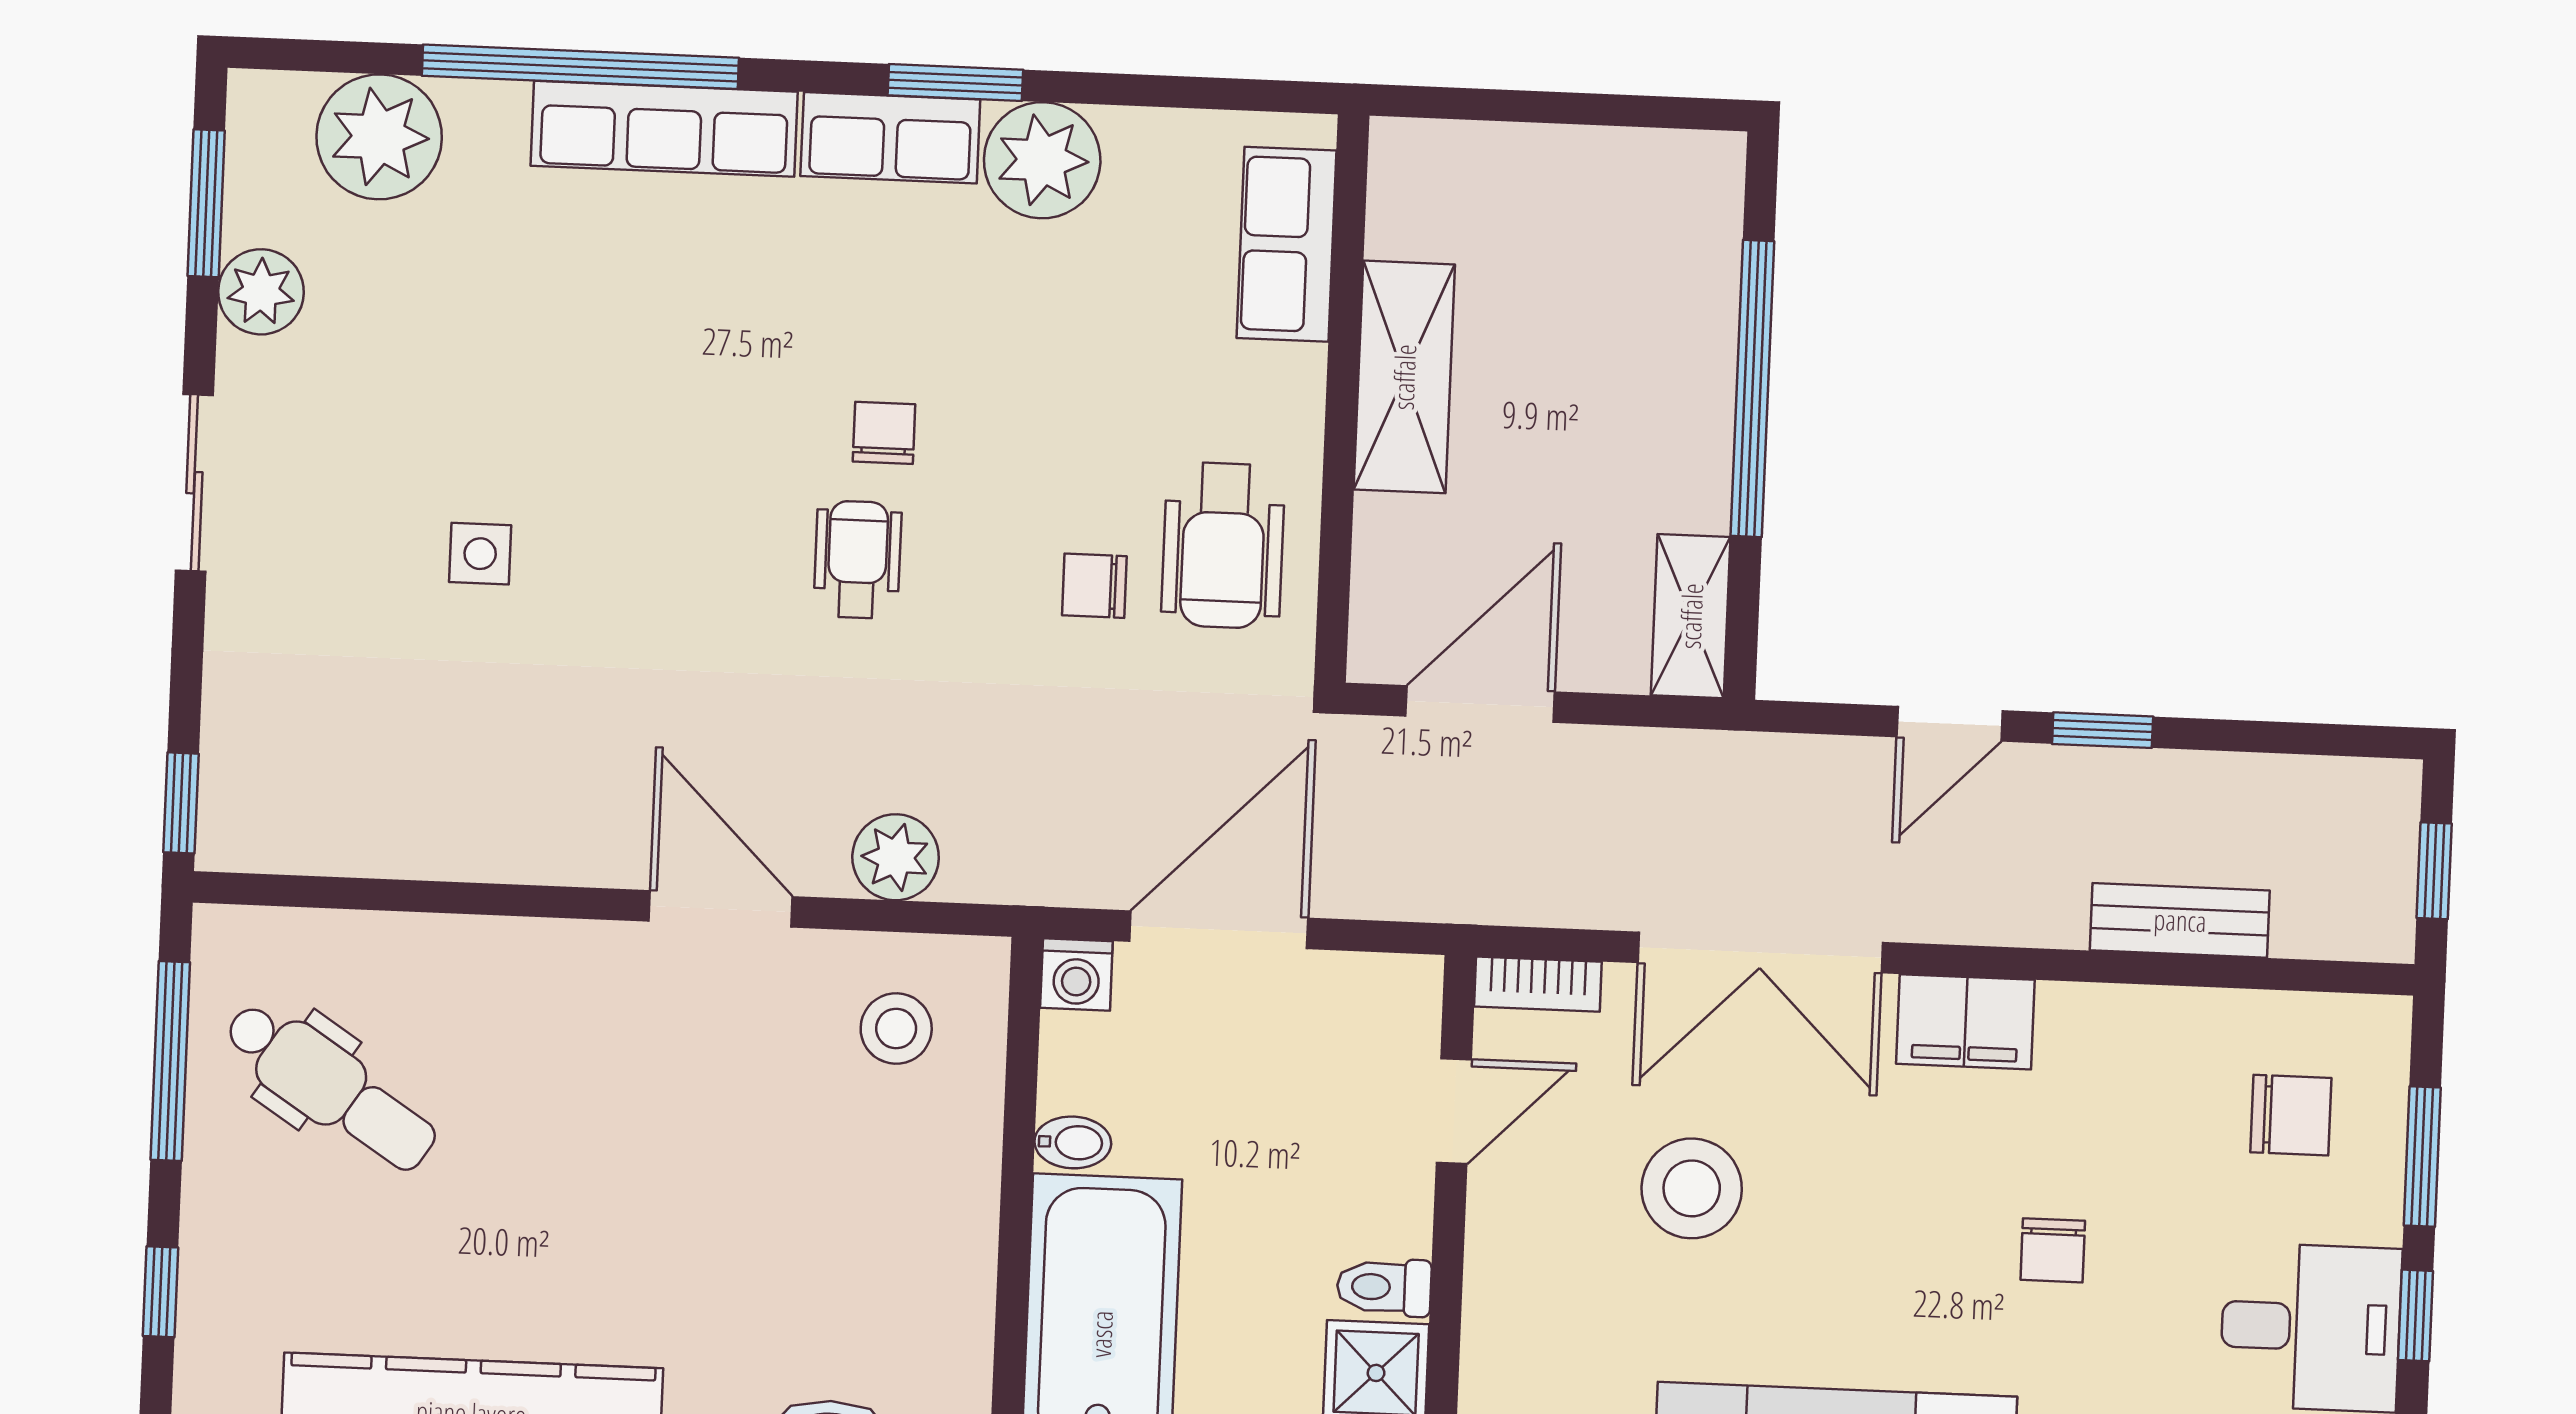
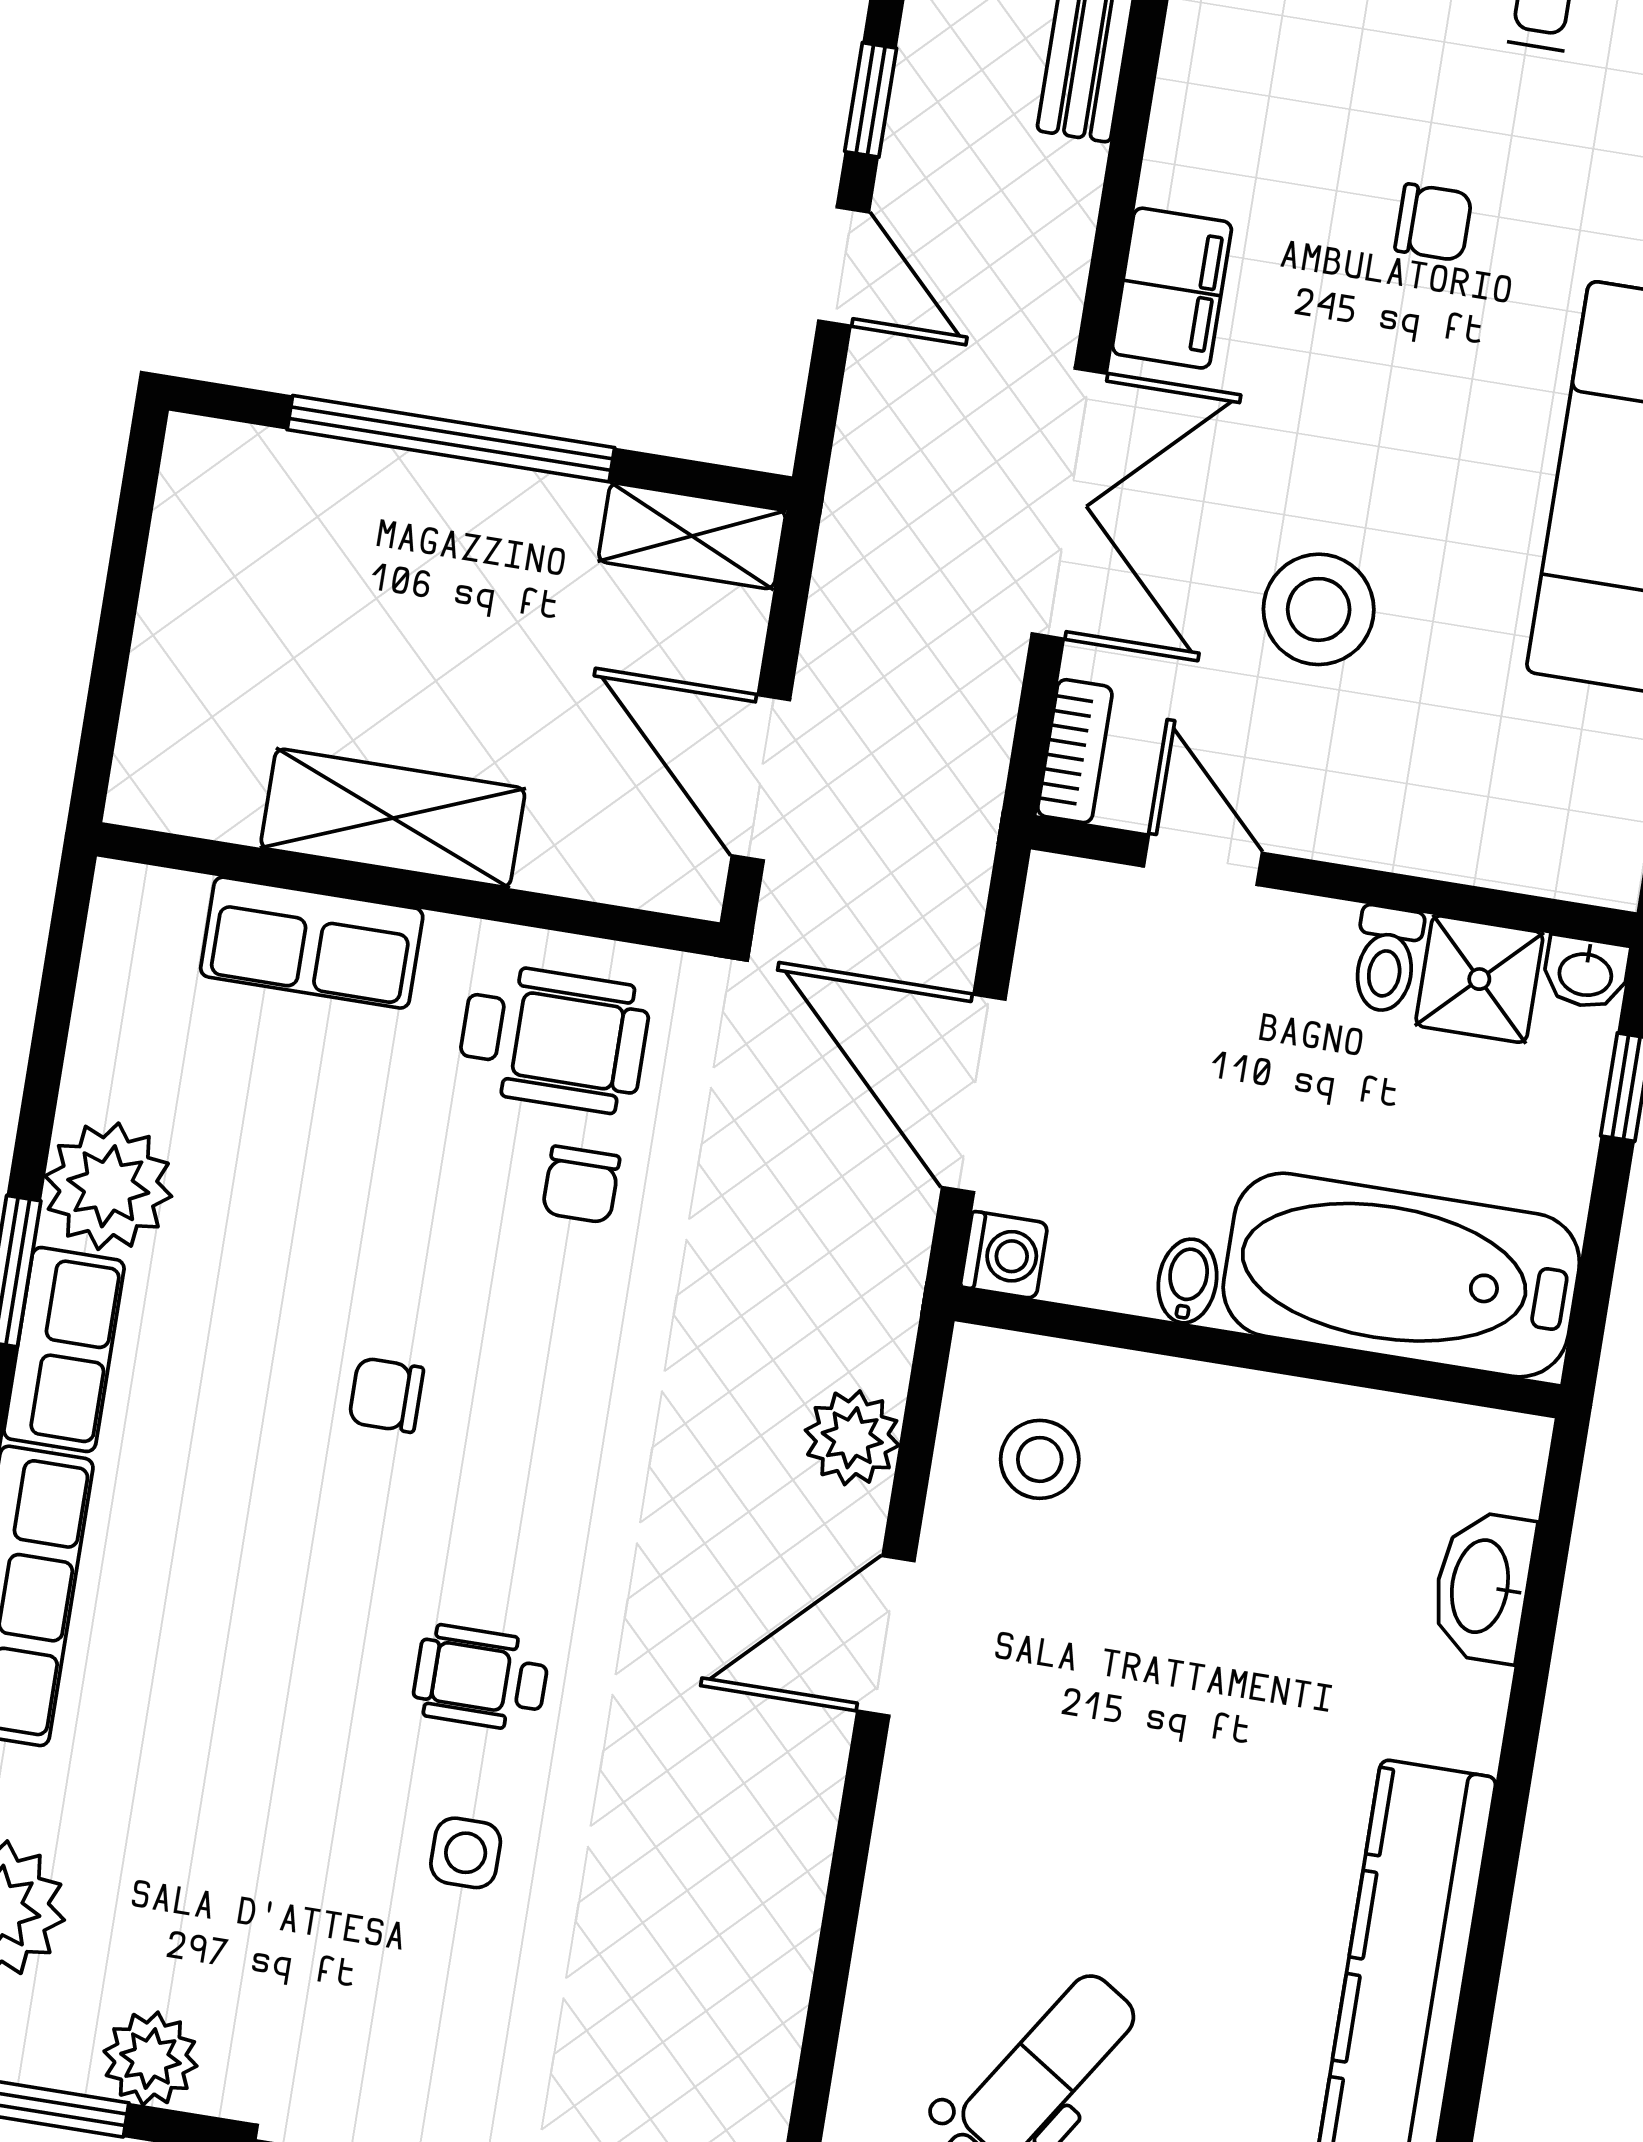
row of seats: (1287, 244) -> (312, 943), moved
wheelchair: (858, 560) -> (481, 1678), moved

